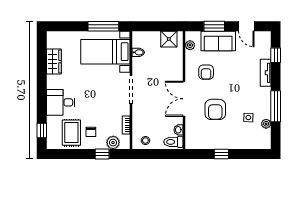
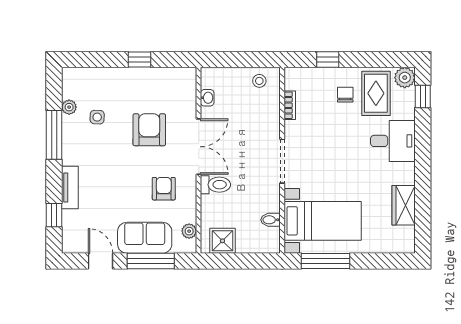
window: (214, 26) -> (151, 261), width x1.44
toilet: (173, 142) -> (215, 185), moved
plant: (113, 143) -> (405, 78), moved

